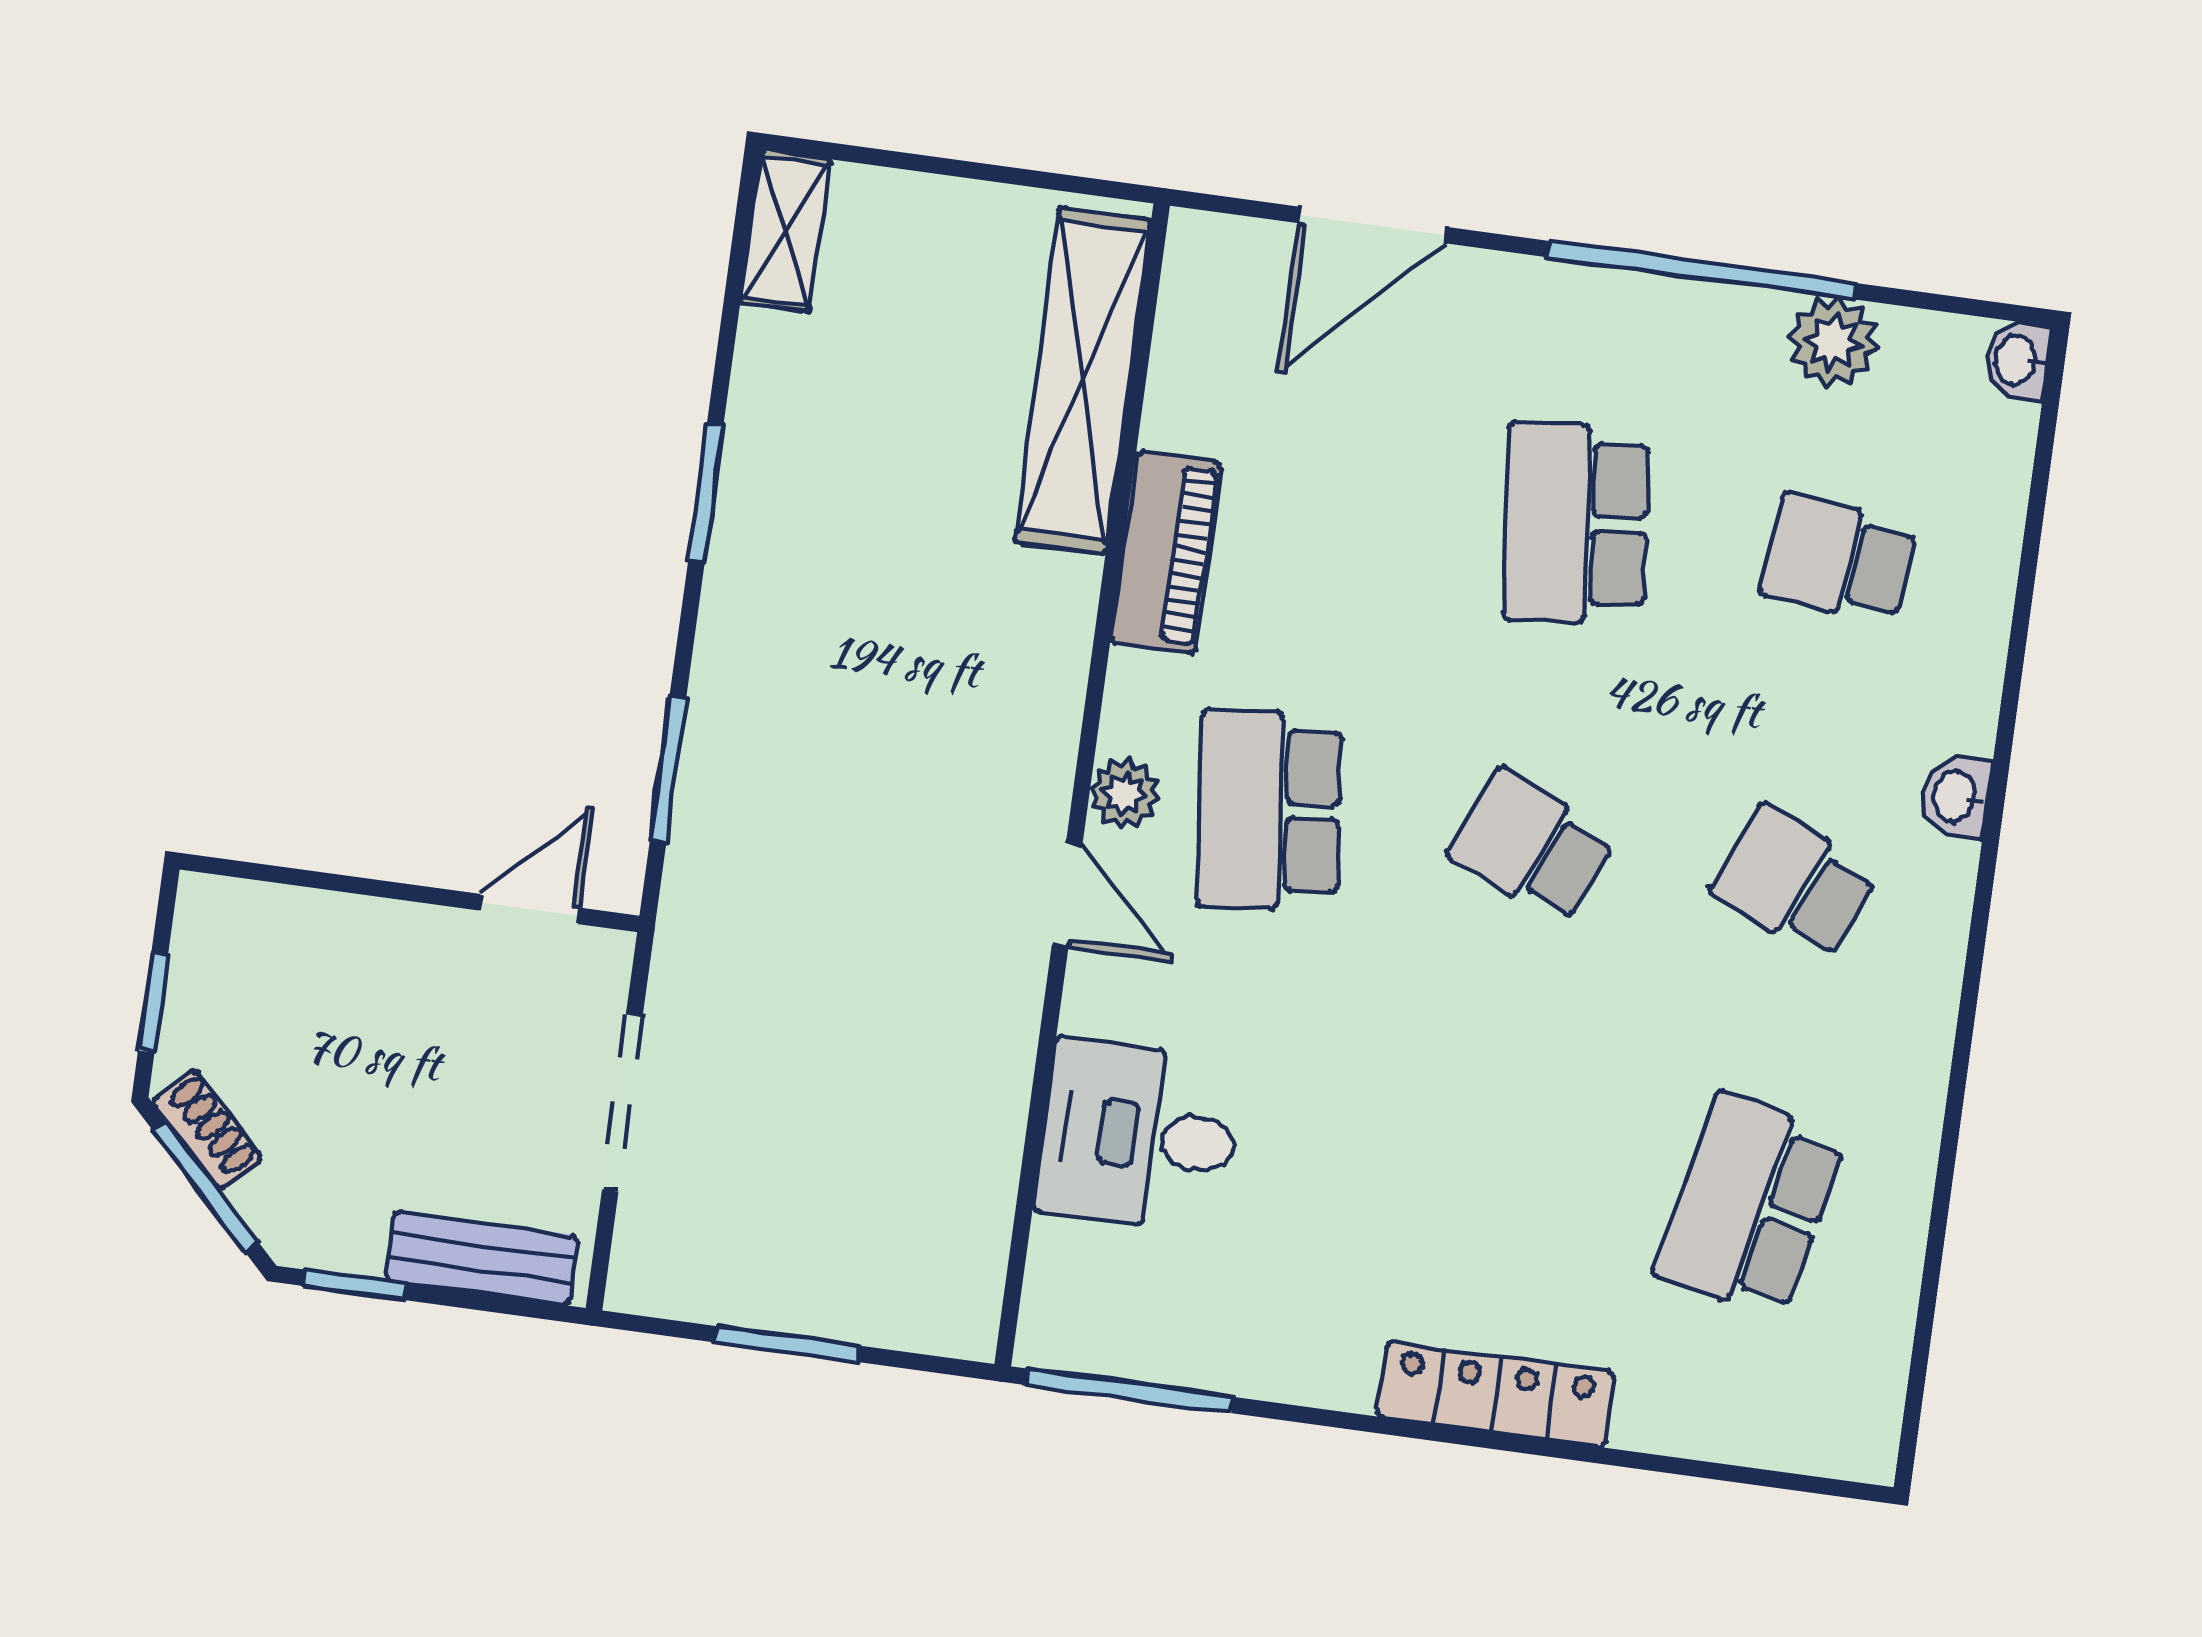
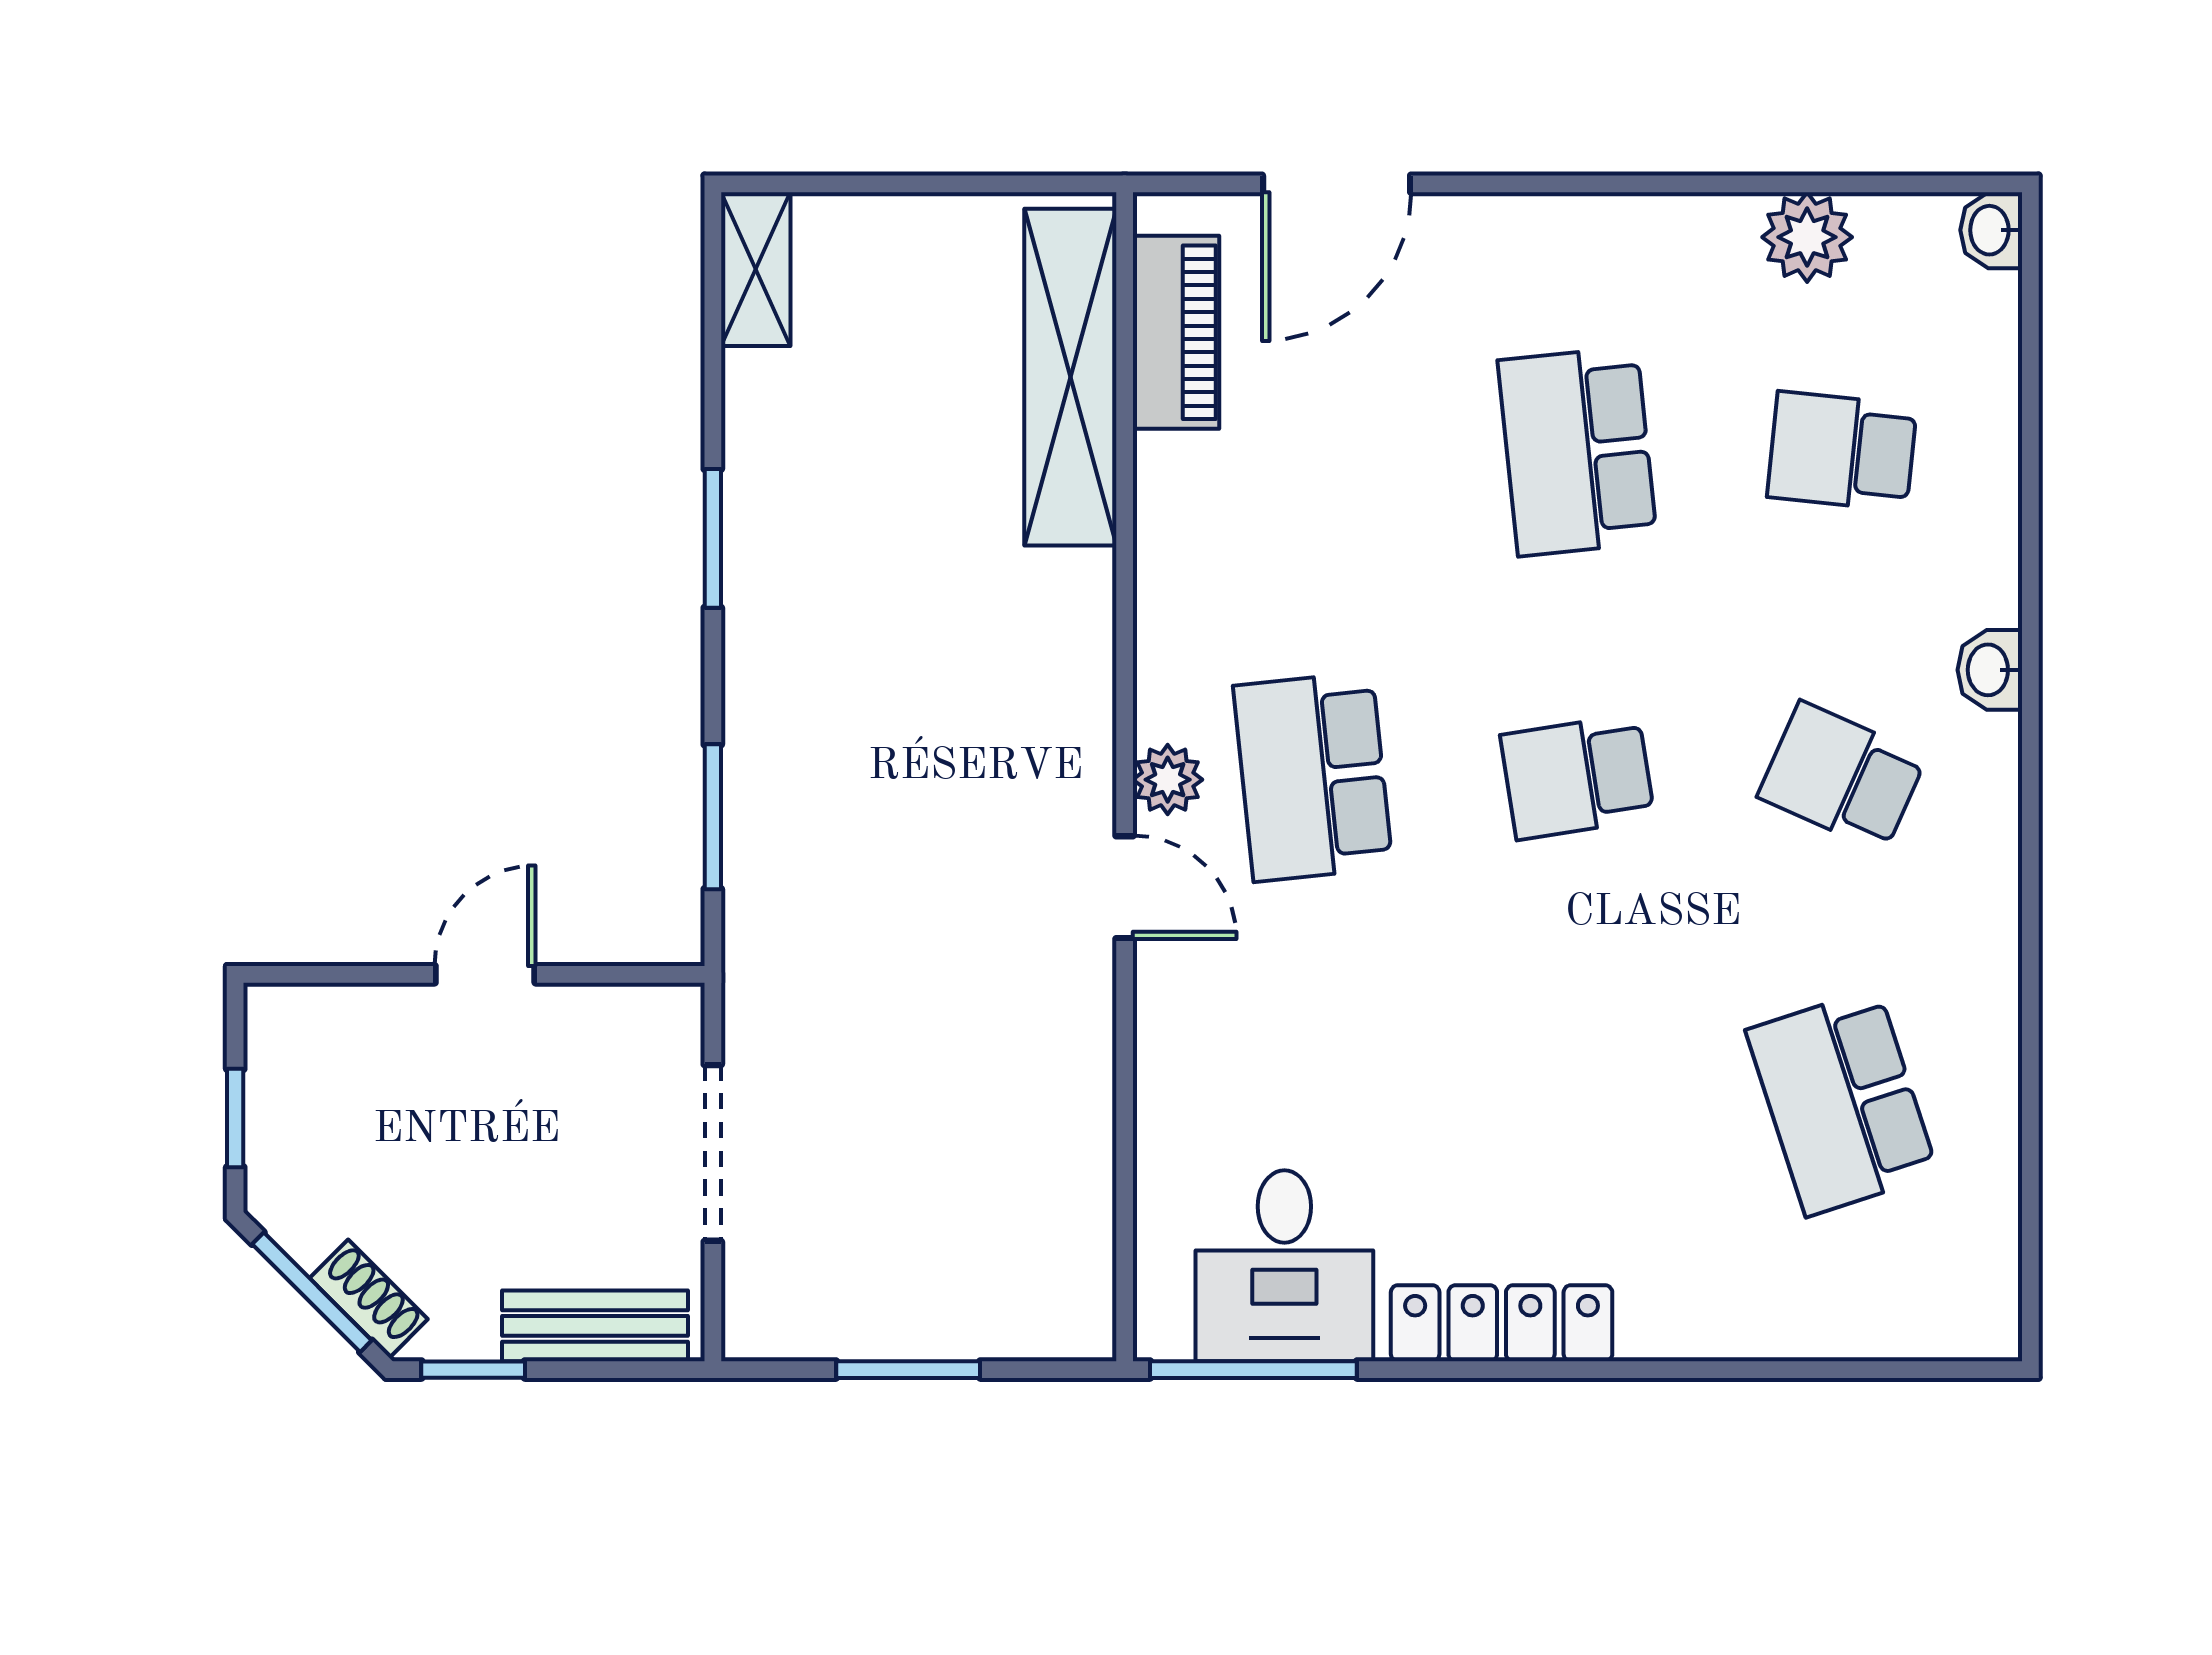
window: (1702, 270) -> (1668, 184), removed
piano: (1166, 553) -> (1176, 332), moved
school desk: (1532, 846) -> (1577, 777), turned -33
door: (529, 909) -> (485, 974), moved
shoe rack: (207, 1130) -> (369, 1299), moved
desk: (1139, 1136) -> (1284, 1266), moved, turned -90
school desk: (1750, 1206) -> (1842, 1102), turned -30
locker: (1496, 1394) -> (1502, 1323), moved

